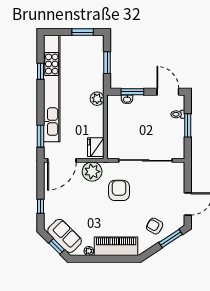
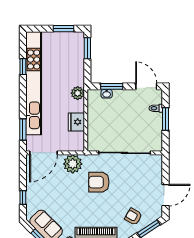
window: (107, 63) -> (87, 48), moved
fridge: (96, 147) -> (76, 122), moved
armchair: (119, 190) -> (99, 182), turned -90

